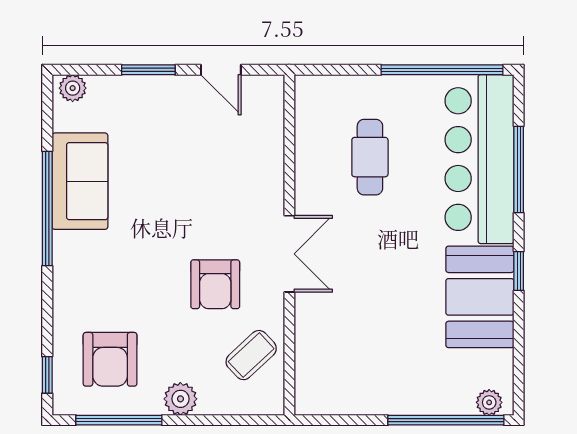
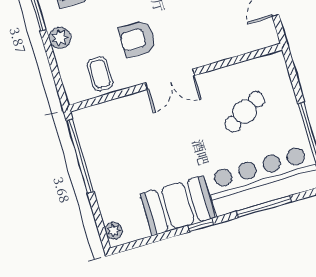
cafe table: (370, 157) -> (245, 112), turned -30
coffee table: (251, 355) -> (100, 74), turned 42
window: (446, 420) -> (80, 156), moved

